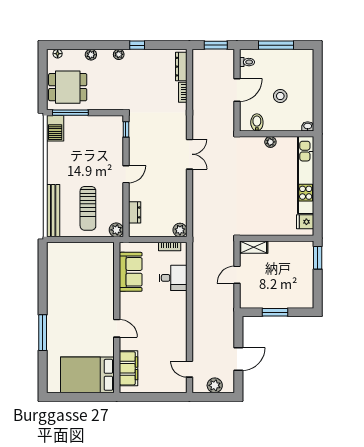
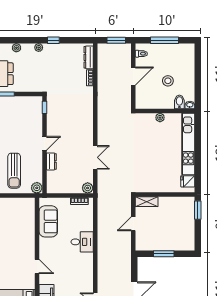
bidet: (257, 122) -> (179, 102), moved
double door: (189, 154) -> (95, 157), moved
dresser: (135, 212) -> (51, 161), moved
desk: (173, 278) -> (82, 242), moved

